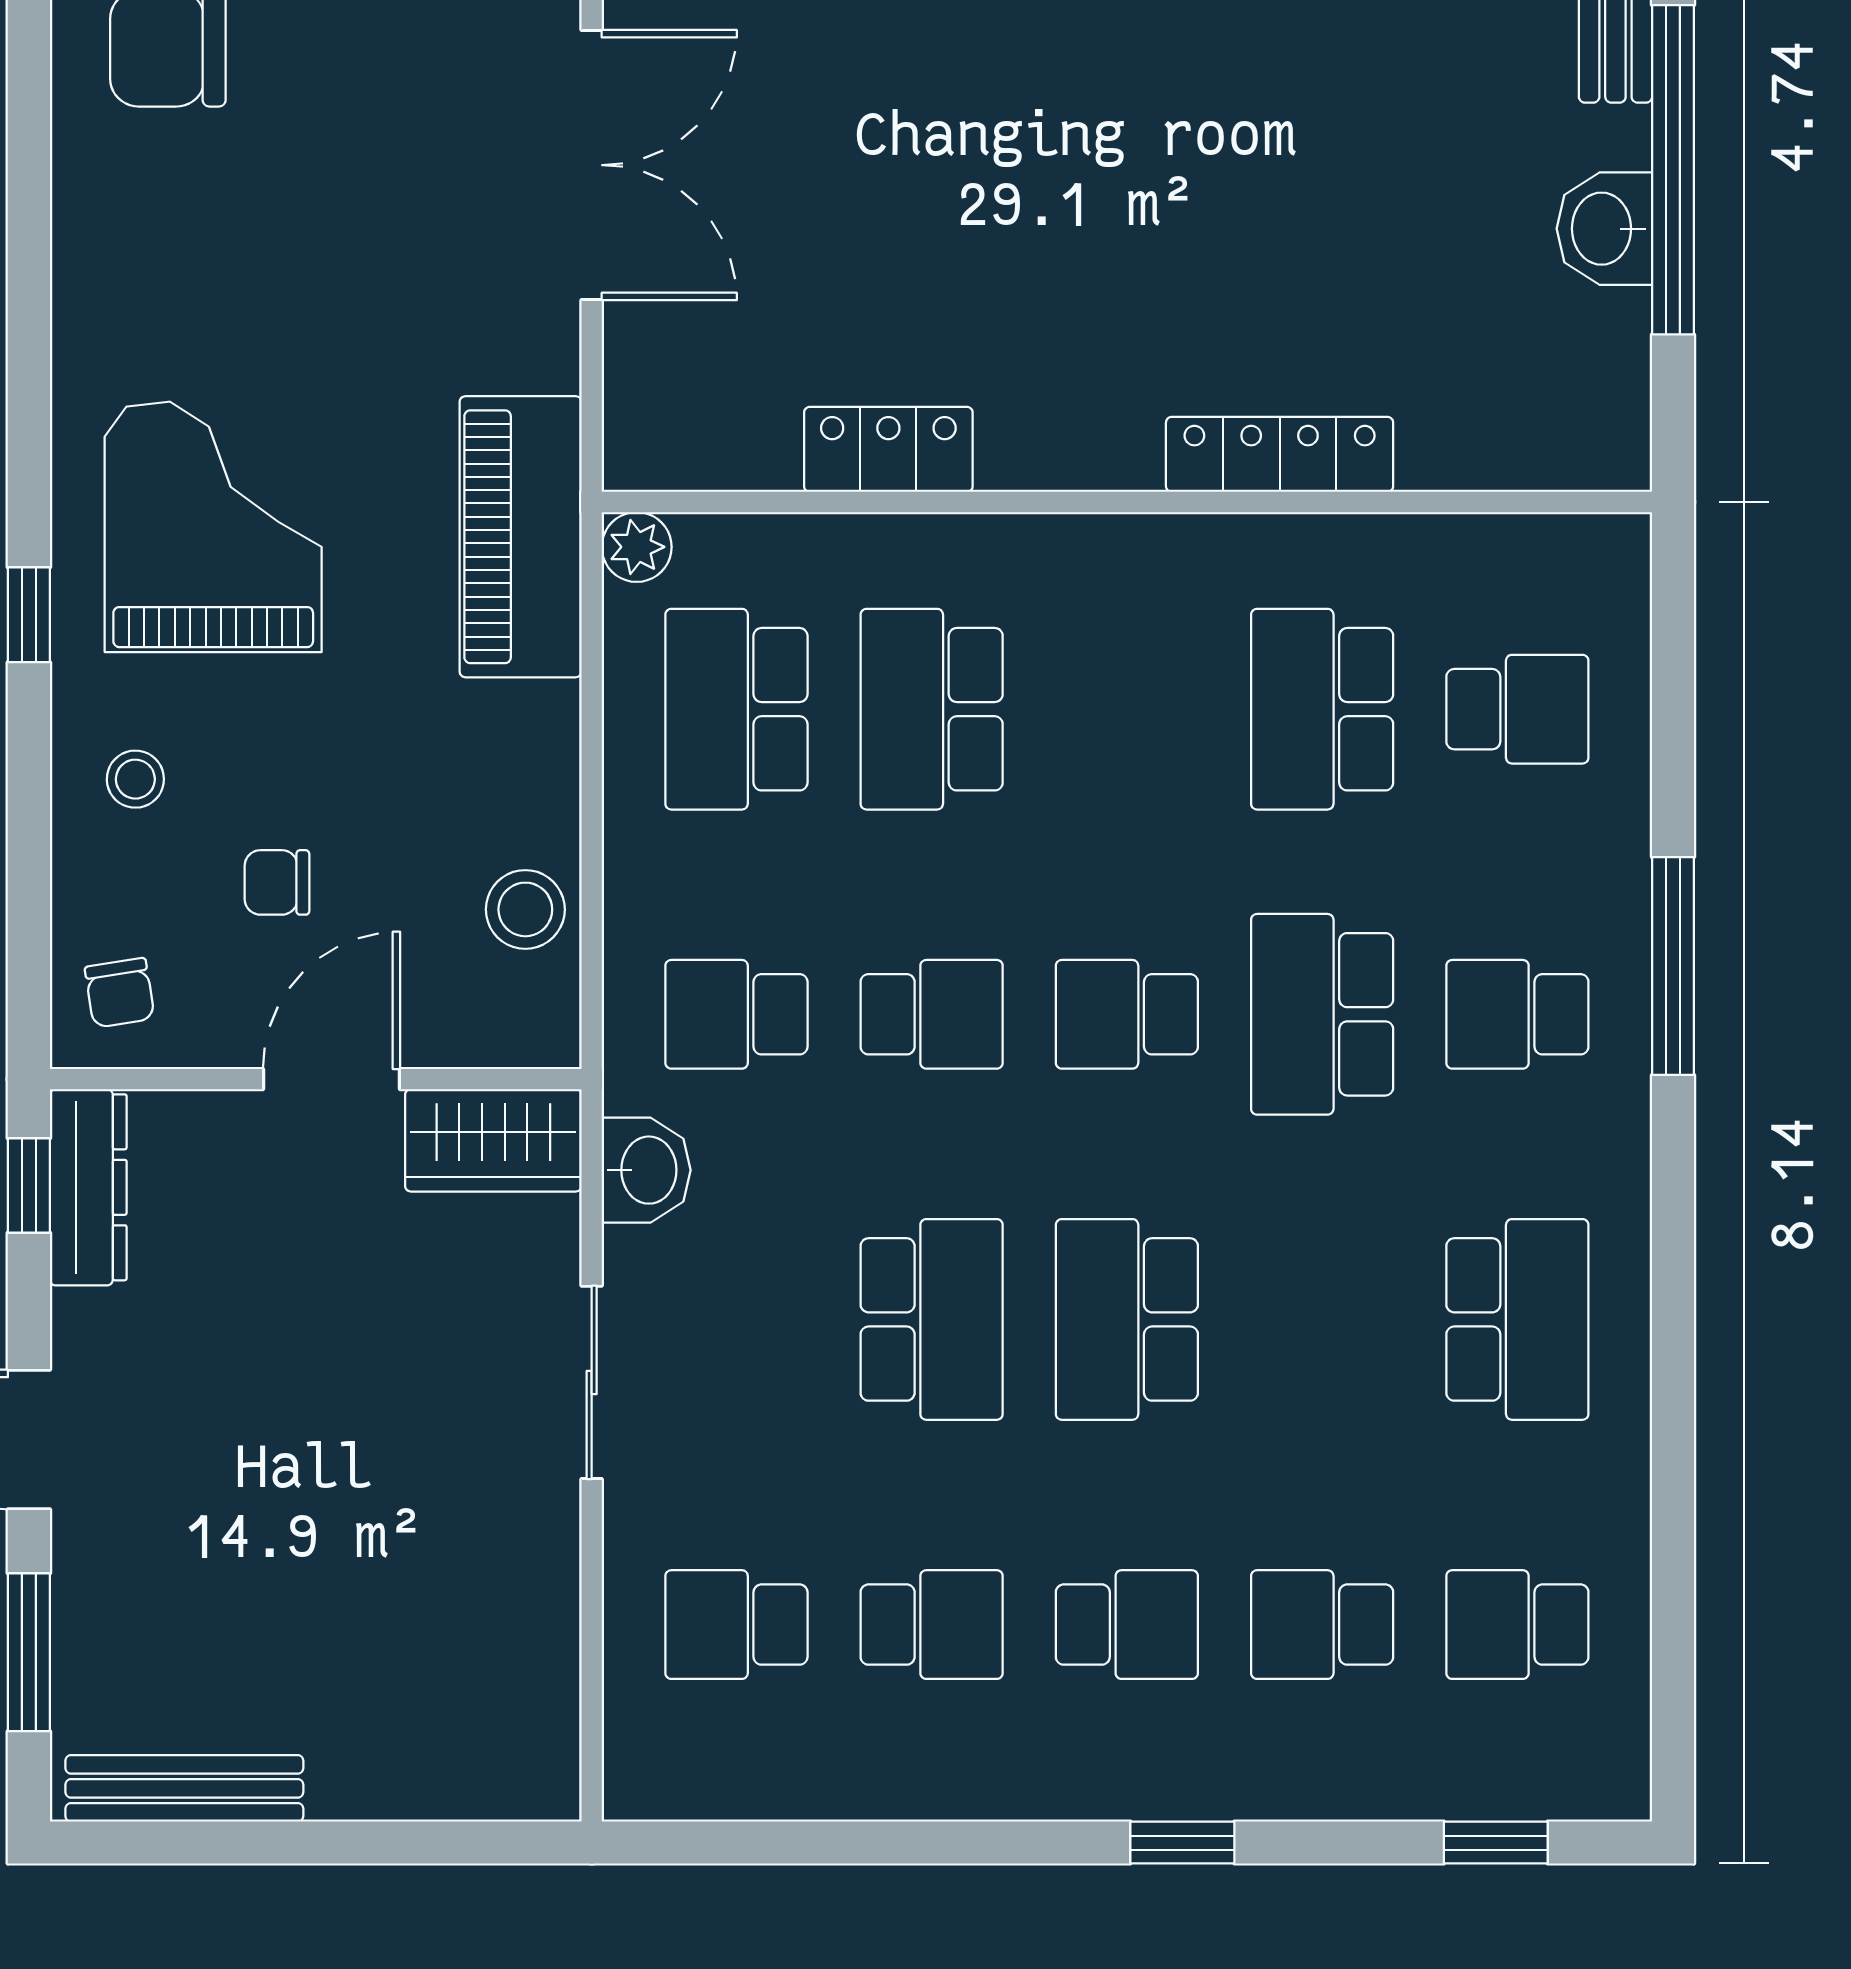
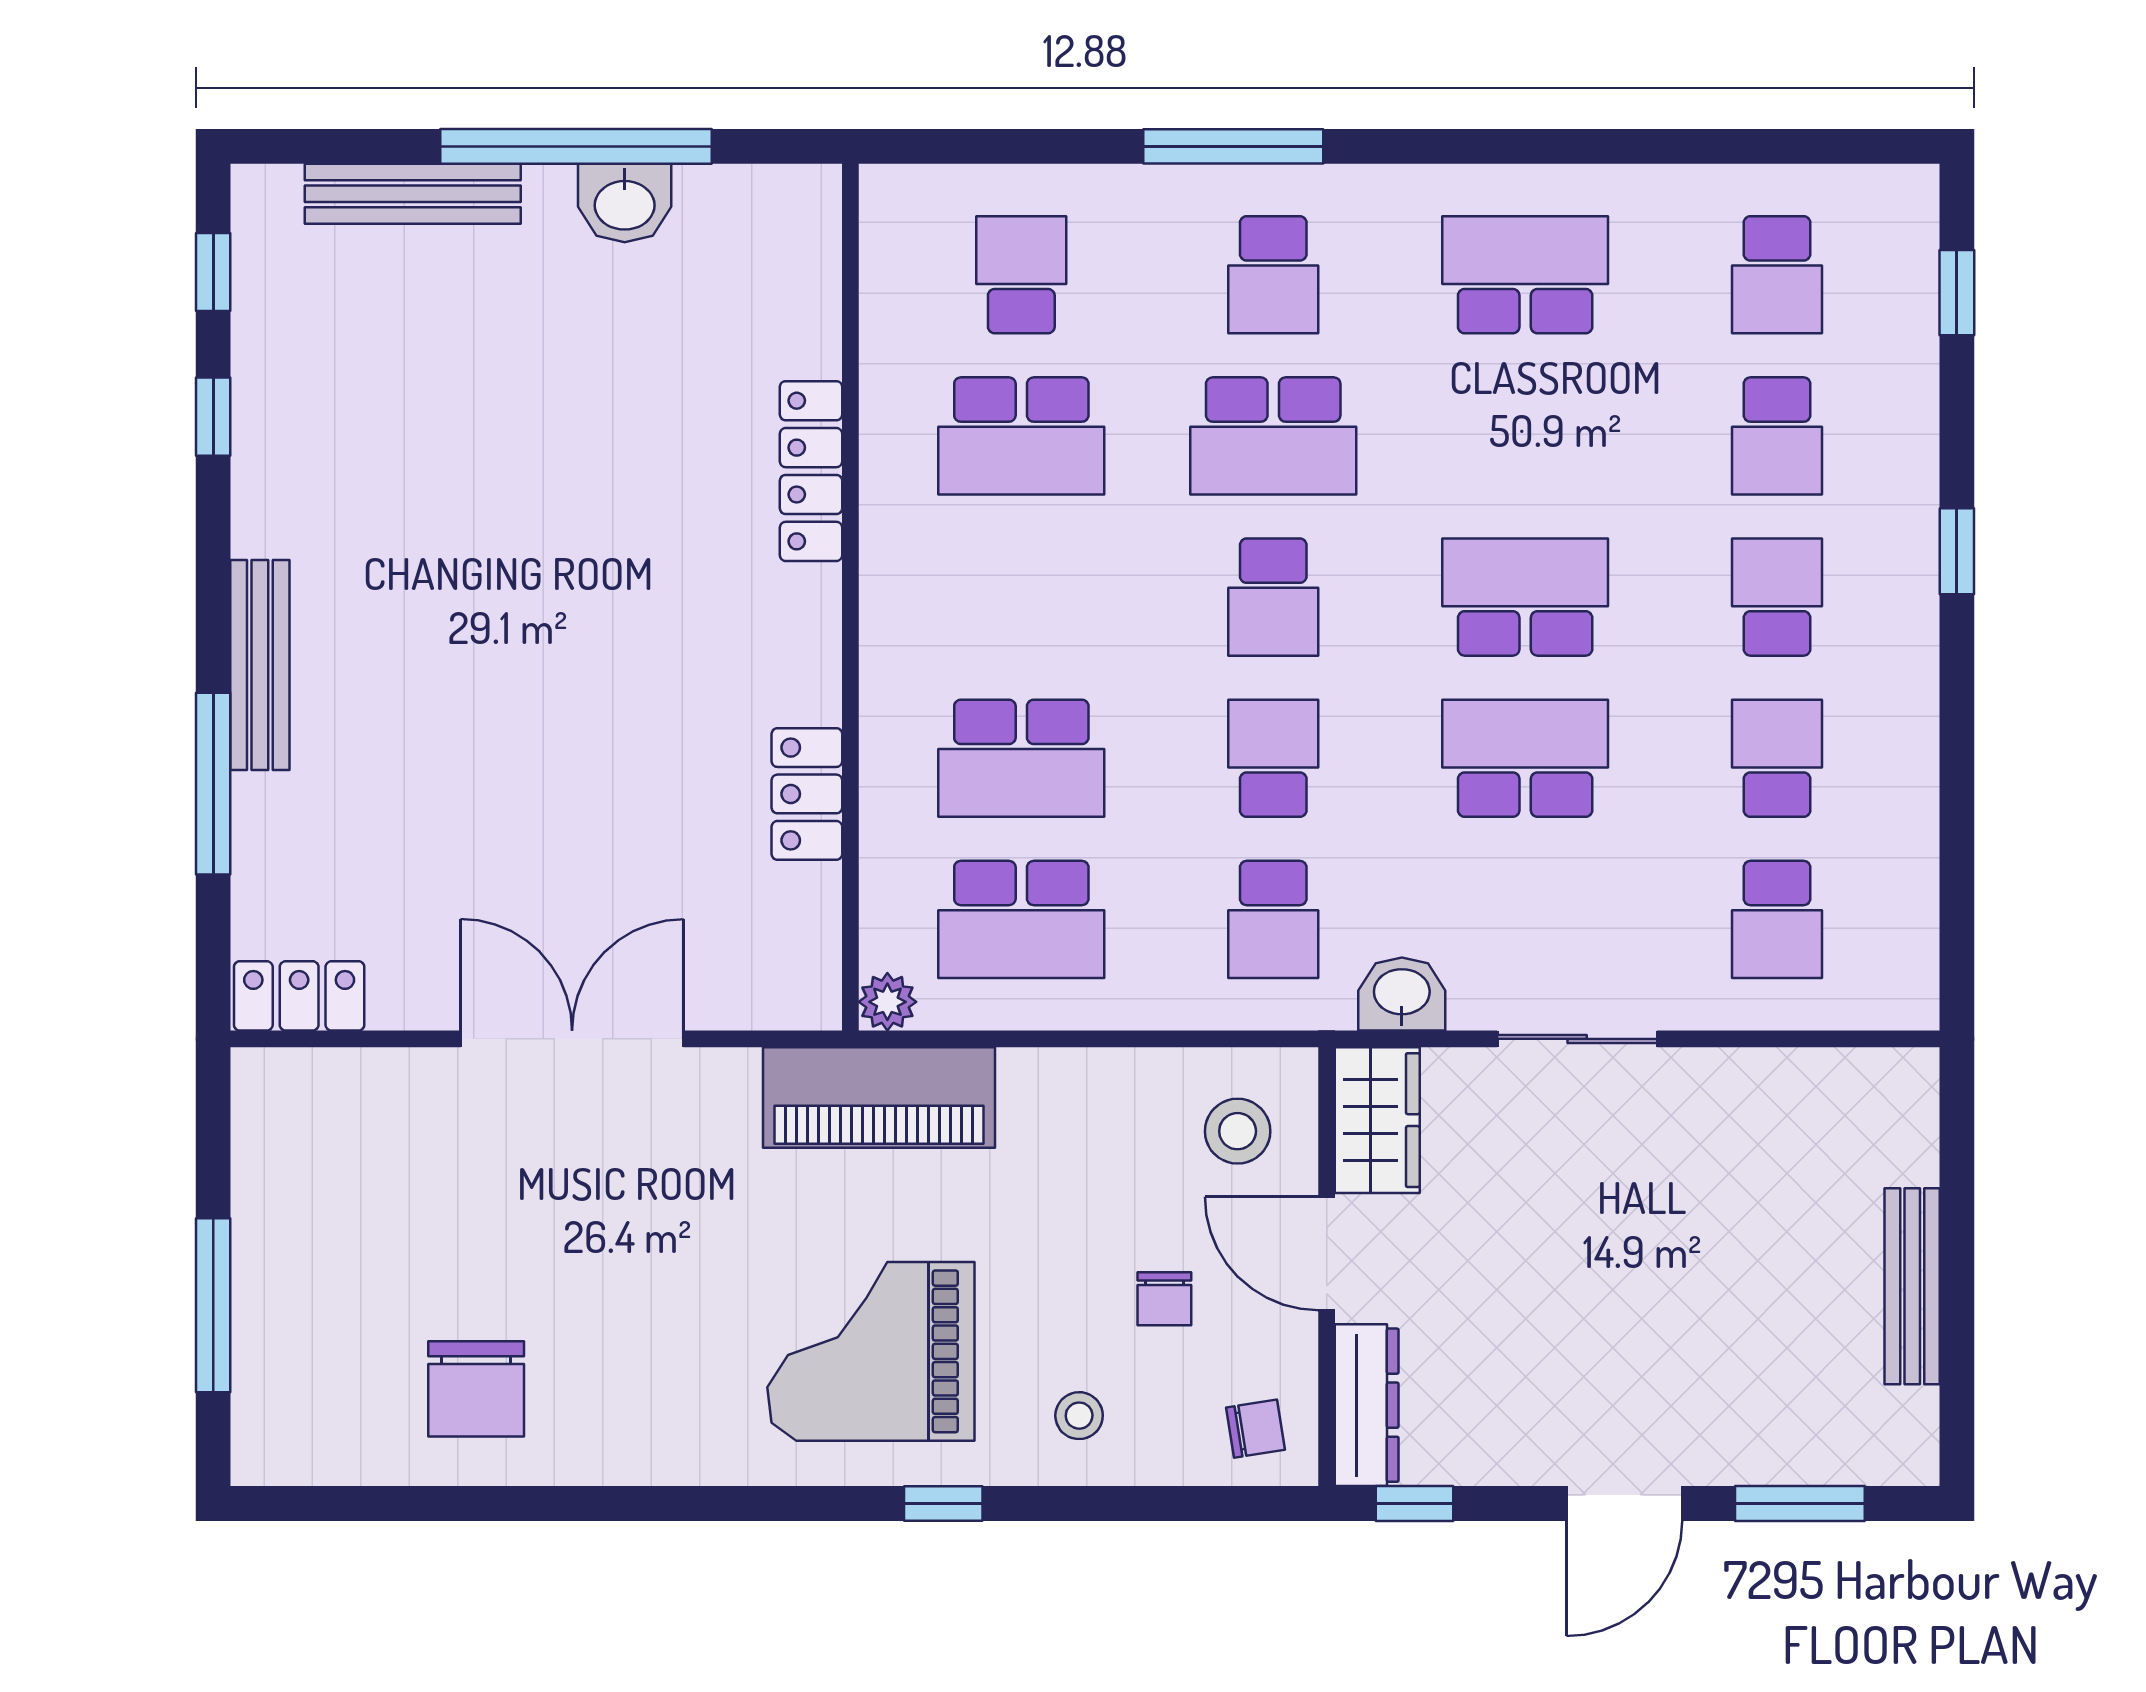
stool: (525, 909) -> (1238, 1131), moved
dresser: (88, 1187) -> (1367, 1405), moved, turned 90
school desk: (1127, 1319) -> (1525, 597), turned 180
bench: (184, 1788) -> (1912, 1286), moved

